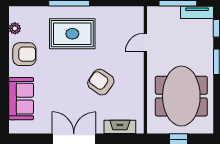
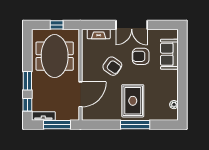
rug: (72, 34) -> (133, 101), turned 90
door: (145, 43) -> (80, 94), width x1.88
armchair: (24, 54) -> (141, 56), moved

